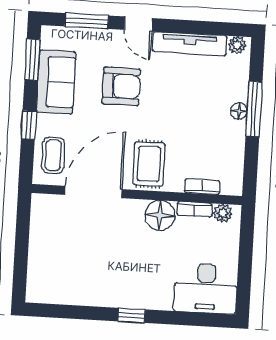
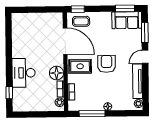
sofa: (56, 82) -> (127, 20), moved
armchair: (121, 86) -> (107, 64), moved, turned 180
window: (254, 109) -> (92, 114), moved
window: (29, 125) -> (78, 9), moved
desk: (206, 288) -> (24, 73), moved
window: (131, 315) -> (9, 93), moved

